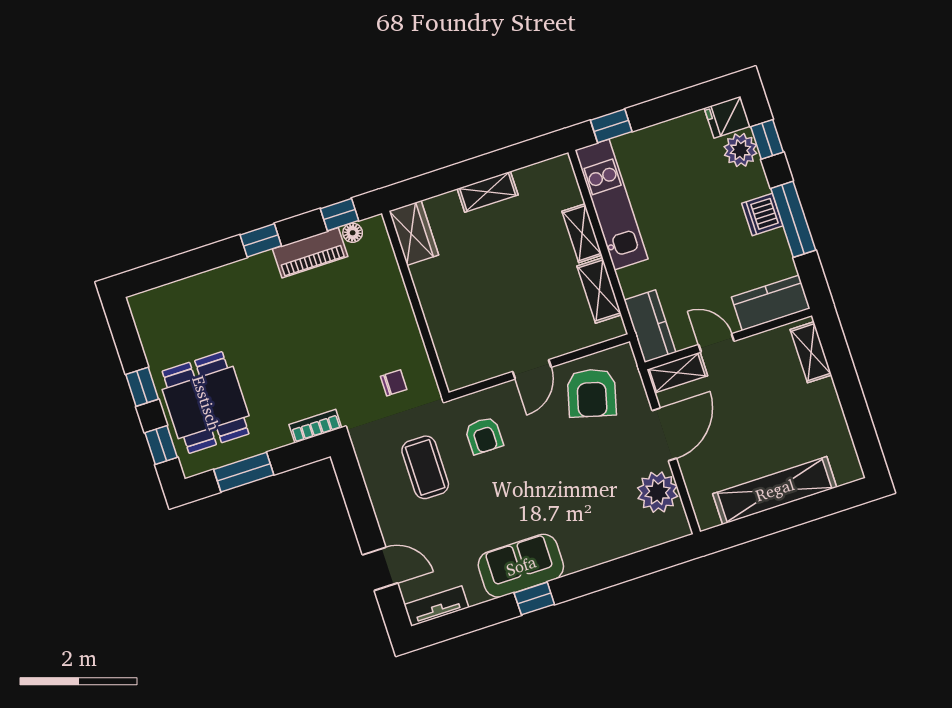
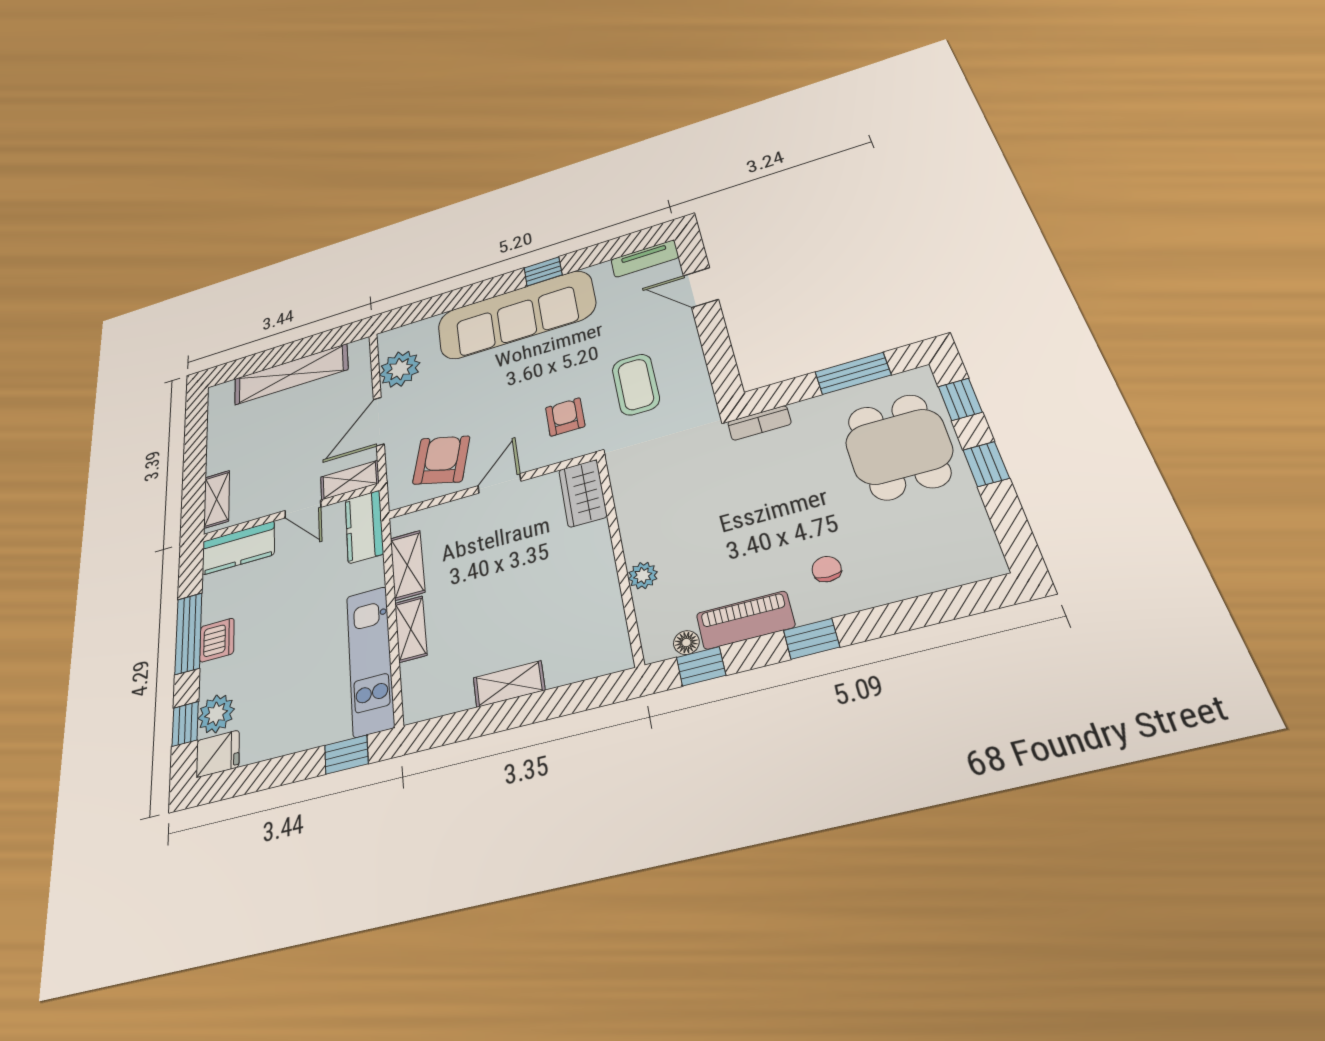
wardrobe: (414, 233) -> (583, 493), moved
plant: (394, 287) -> (643, 576), added
chair: (394, 383) -> (827, 569), moved, turned 90
sofa: (521, 566) -> (516, 315), width x1.85, depth x1.27

